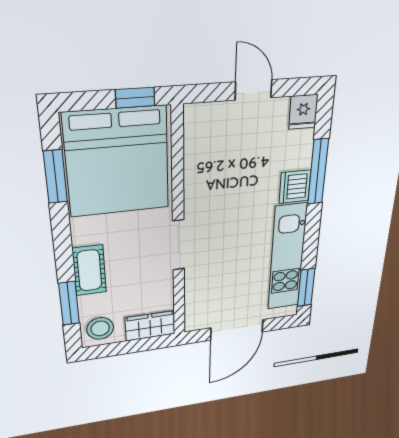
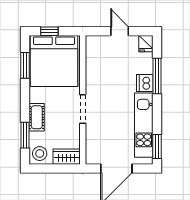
window: (135, 98) -> (49, 31), moved

